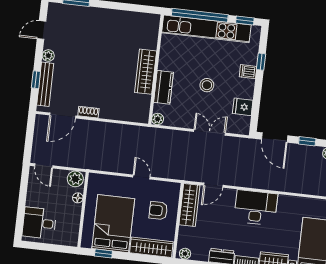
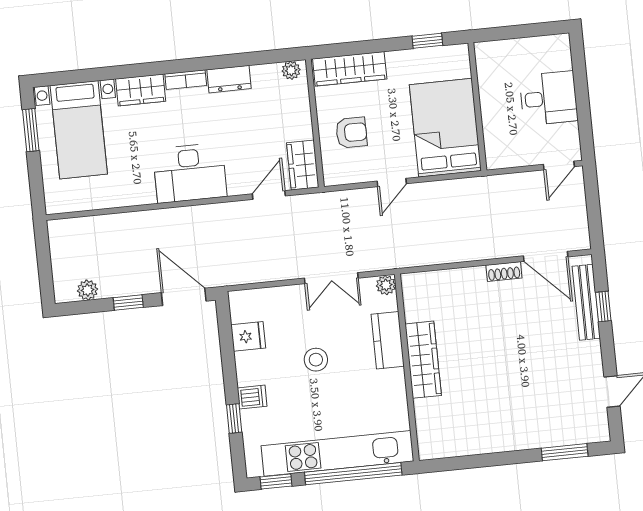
plant: (48, 56) -> (592, 351), removed
door: (63, 116) -> (546, 256), swing flipped
double door: (210, 132) -> (331, 278), moved
door: (44, 166) -> (559, 165), swing flipped
door: (141, 177) -> (392, 182), hinge flipped
plant: (75, 179) -> (501, 155), removed
floor lamp: (78, 198) -> (490, 124), removed
wardrobe: (189, 205) -> (303, 165), width x0.67
desk: (39, 223) -> (549, 98), moved
bed: (113, 224) -> (445, 128), moved, turned 180

